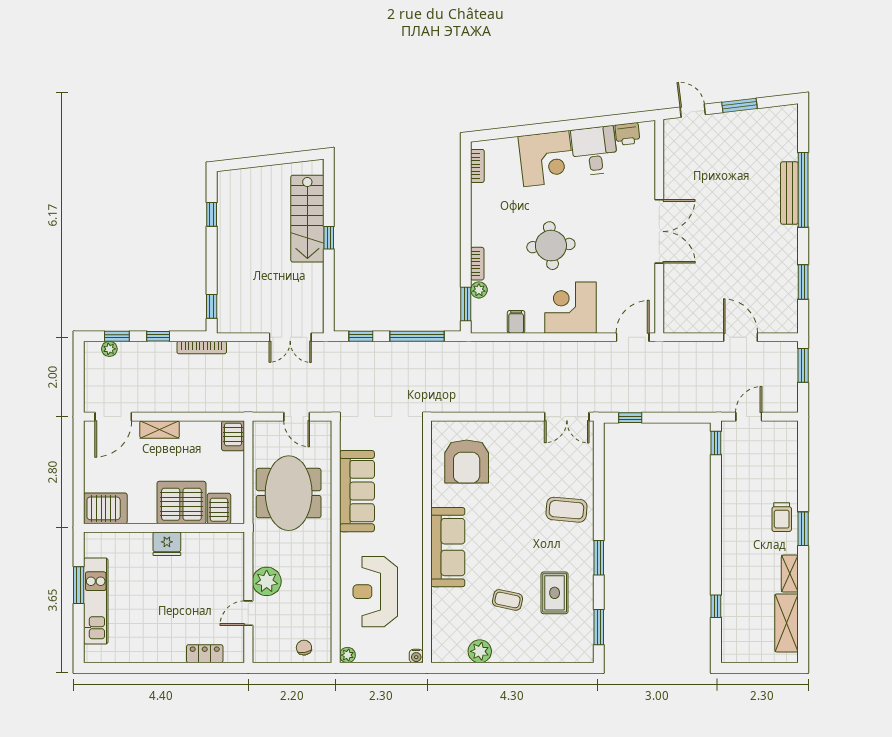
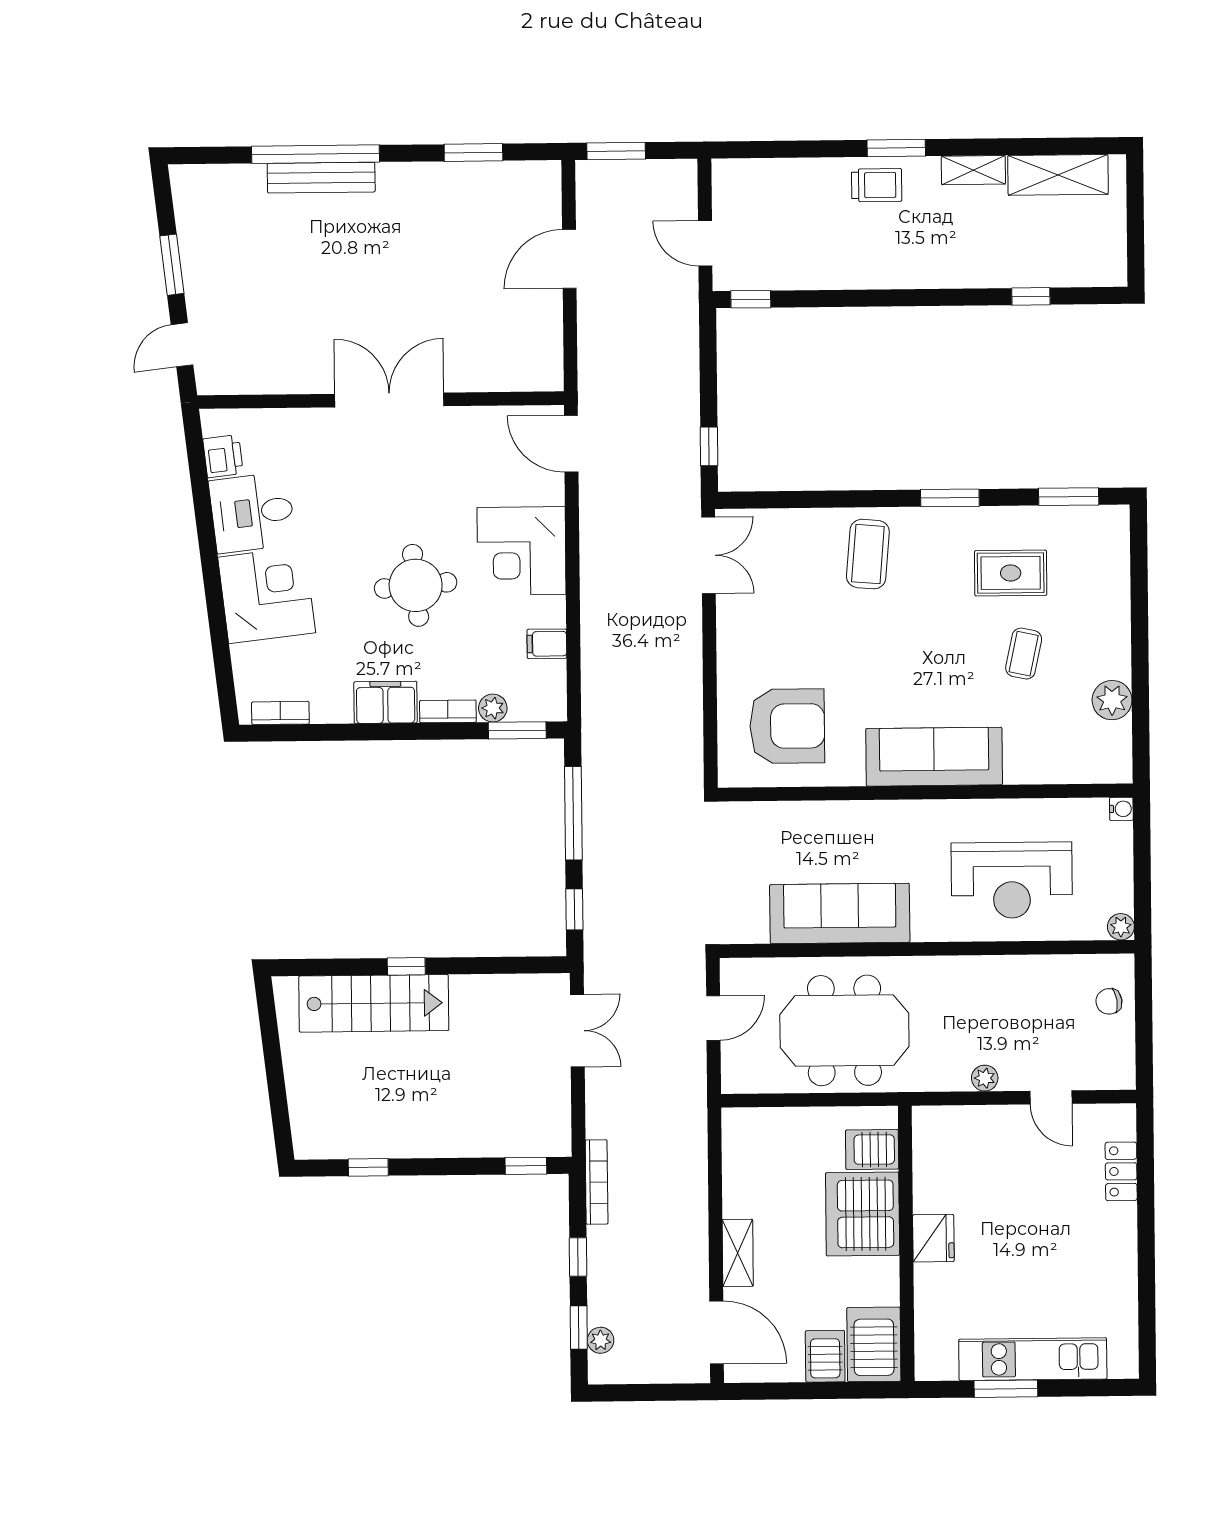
filing cabinet: (483, 227) -> (386, 702), added
server rack: (233, 436) -> (825, 1356), moved, turned -90
plant: (267, 581) -> (985, 1078), width x0.53, depth x0.53

